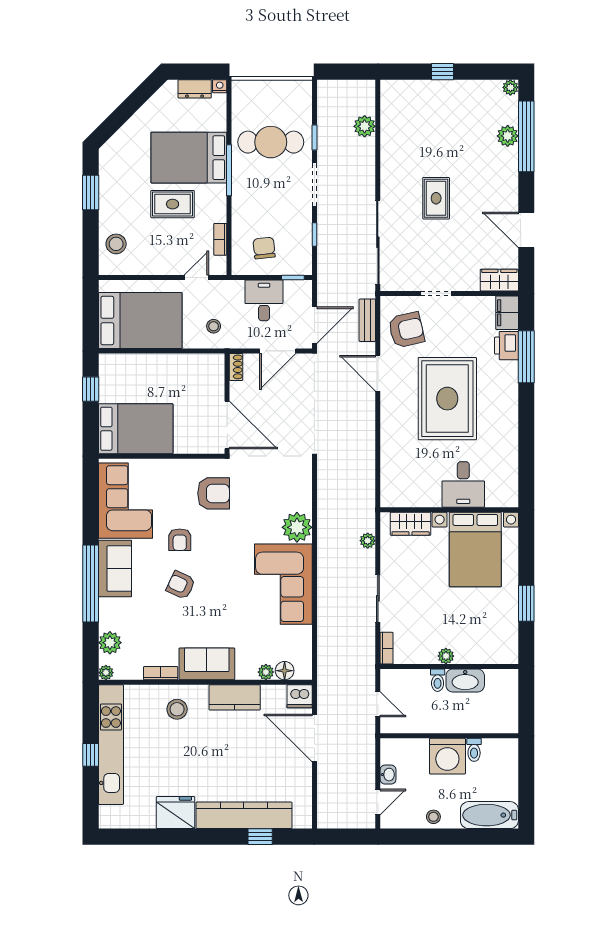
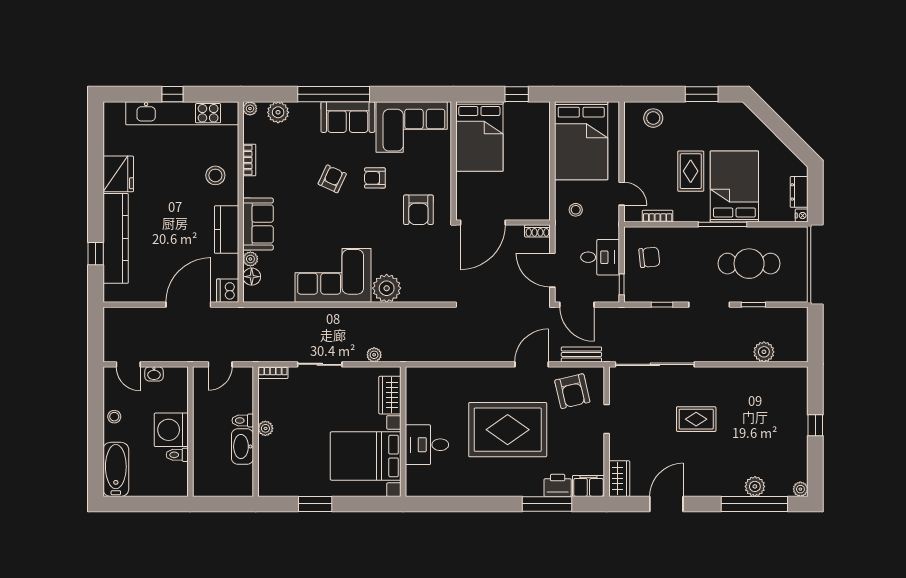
cafe table: (271, 142) -> (749, 264), turned 90
sofa: (207, 664) -> (258, 224), moved

